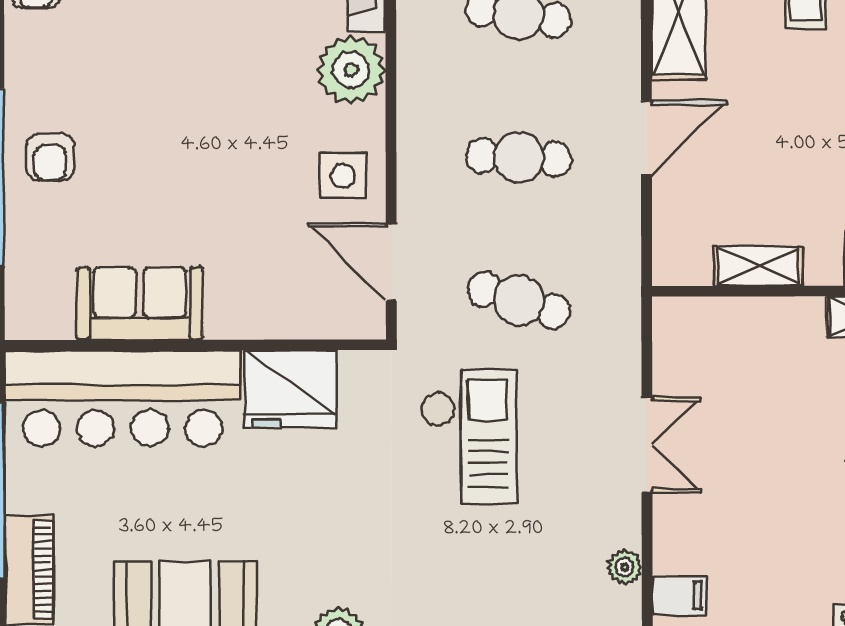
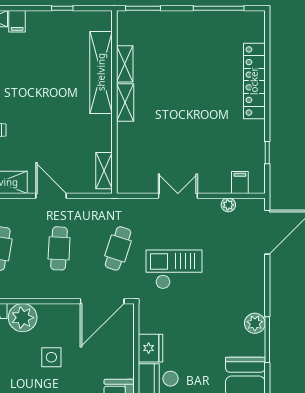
side table: (343, 176) -> (51, 357), moved
door: (391, 262) -> (102, 301), width x1.36
shelving: (758, 266) -> (104, 171), moved
fridge: (290, 389) -> (150, 348), width x0.73, depth x0.75

